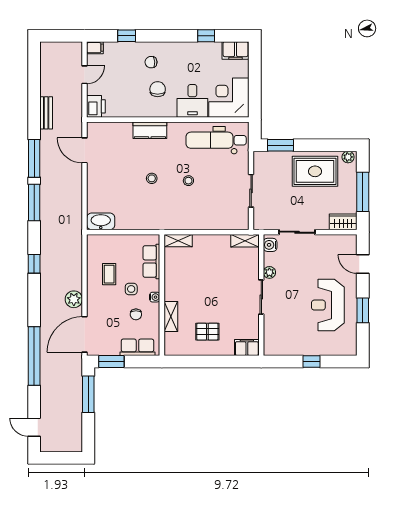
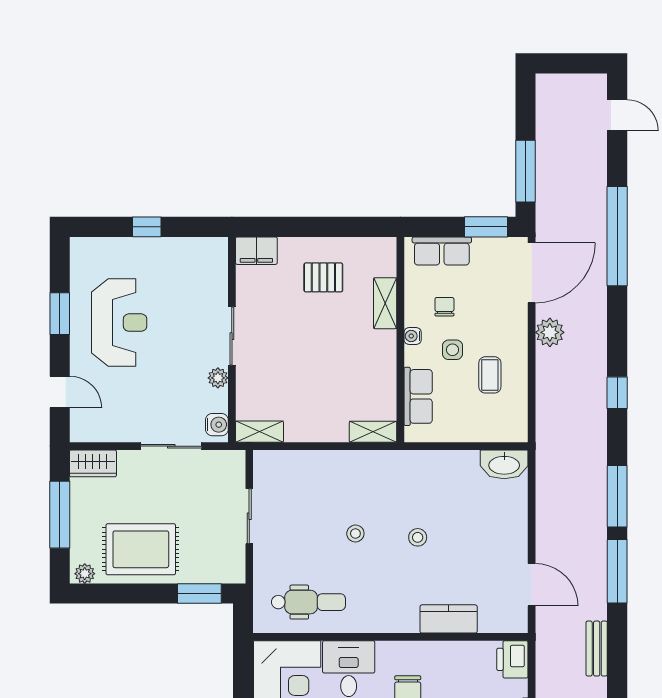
kitchen counter: (150, 130) -> (449, 619), moved
dental chair: (216, 140) -> (308, 602), width x0.73, depth x0.72

